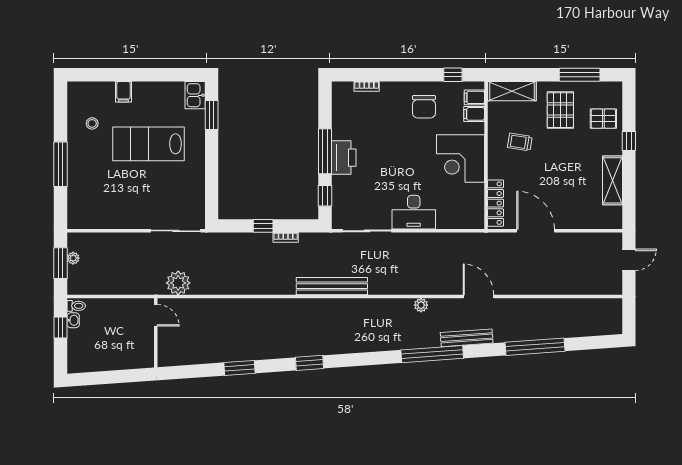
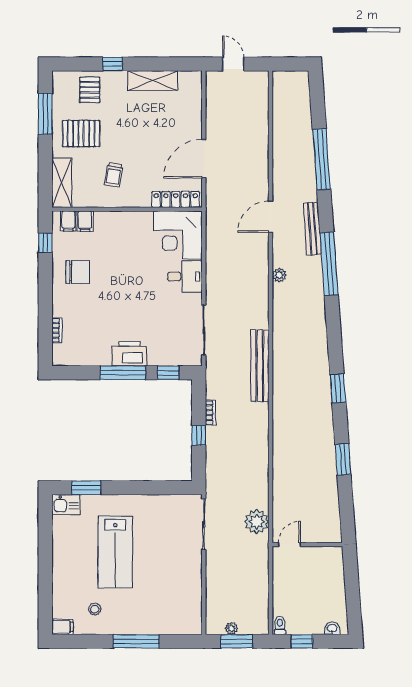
filing cabinet: (124, 92) -> (62, 627), moved
corner desk: (460, 159) -> (178, 235), moved, turned 90
desk: (414, 212) -> (185, 277), width x0.73
washbasin: (73, 320) -> (332, 628), moved

